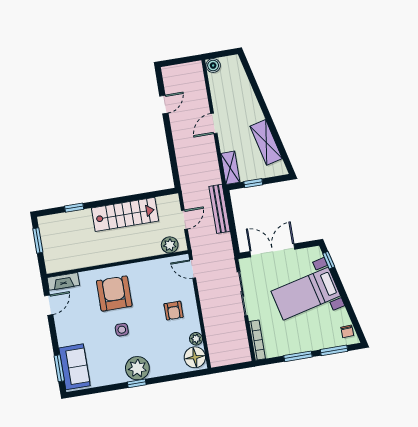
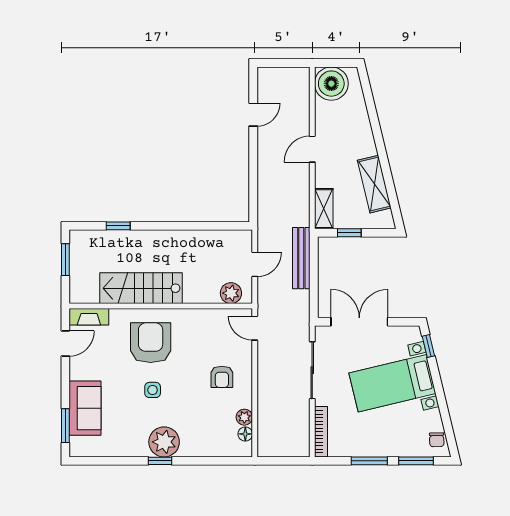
boiler: (213, 65) -> (331, 84), width x1.86, depth x1.86
stairs: (125, 214) -> (141, 288), moved, turned 180
floor lamp: (195, 357) -> (245, 434), width x0.53, depth x0.53
sofa: (75, 367) -> (85, 408), moved

